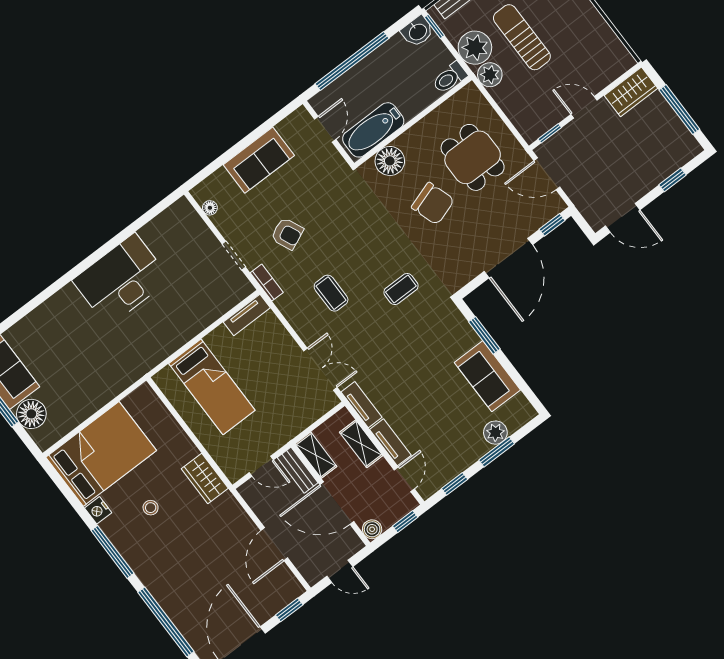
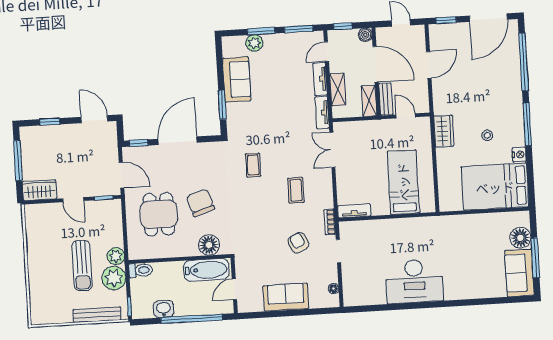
washbasin: (417, 31) -> (164, 309), moved
coffee table: (401, 289) -> (253, 165), turned 90
window: (455, 484) -> (299, 29), width x1.50

